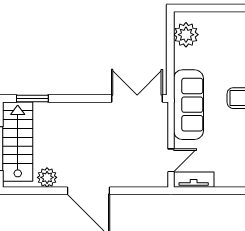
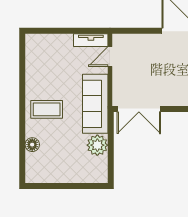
plant: (186, 35) -> (97, 145), moved

